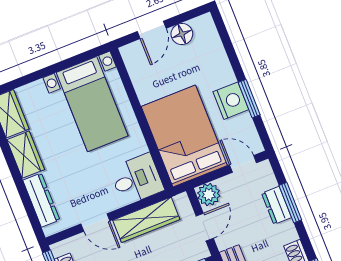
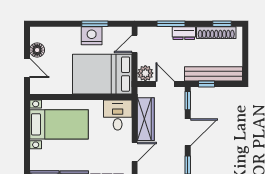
dresser: (277, 205) -> (184, 33), moved

